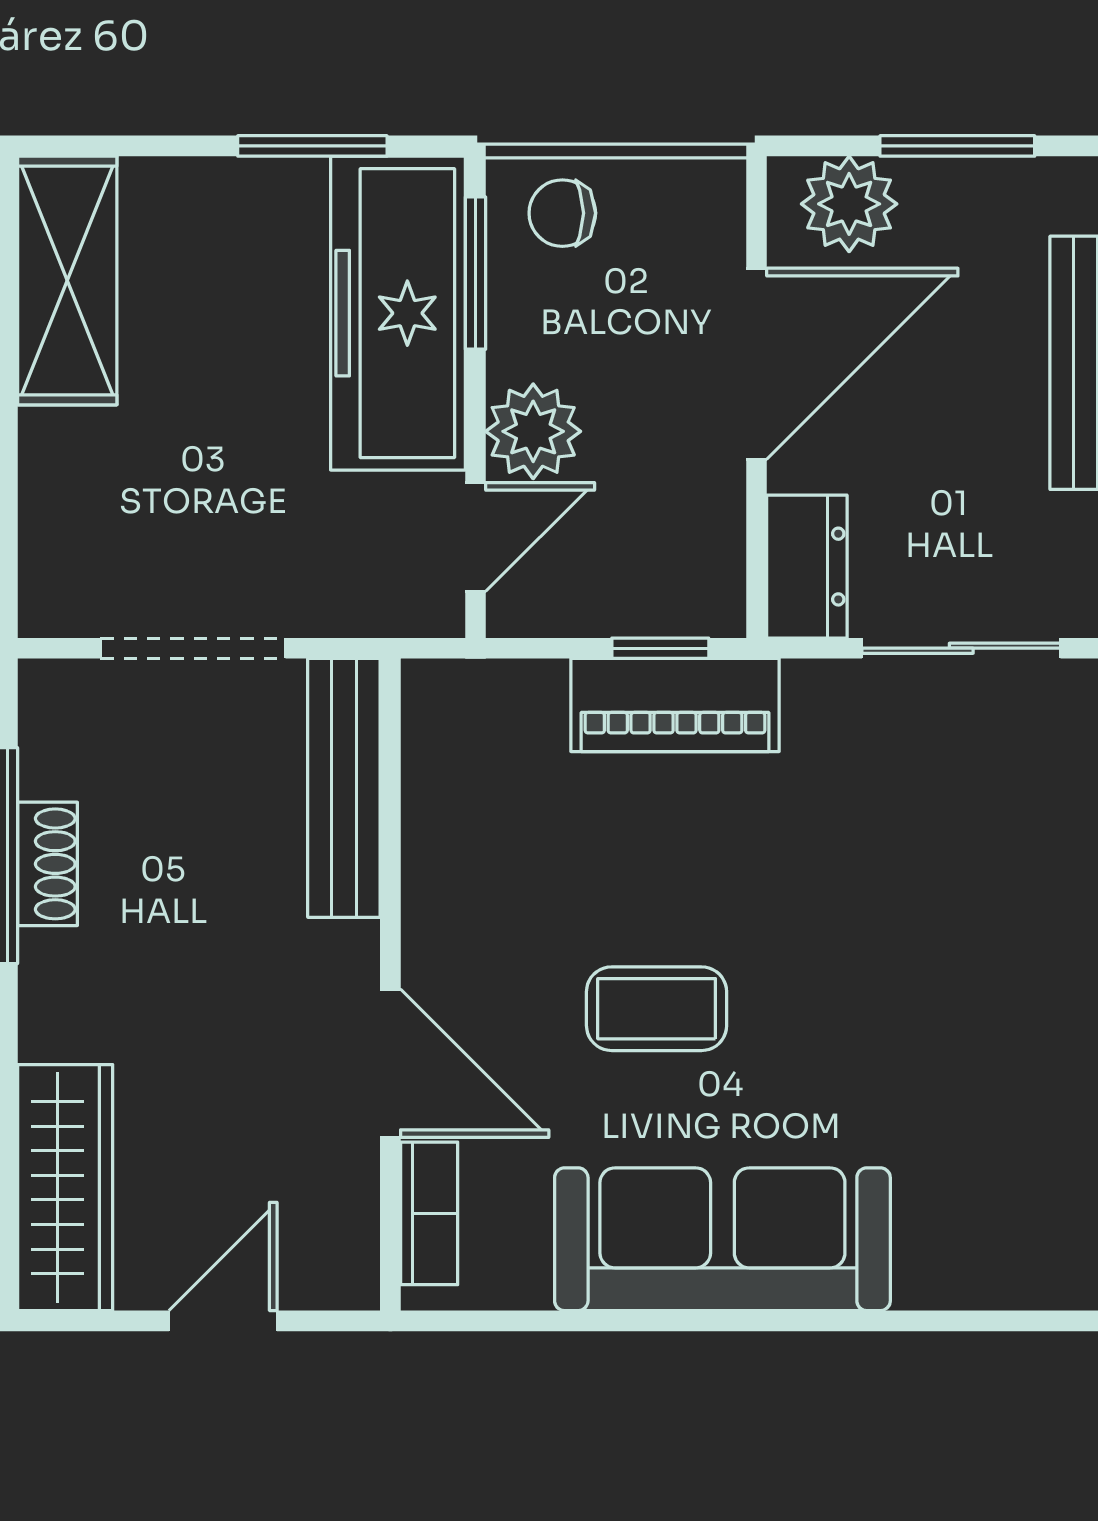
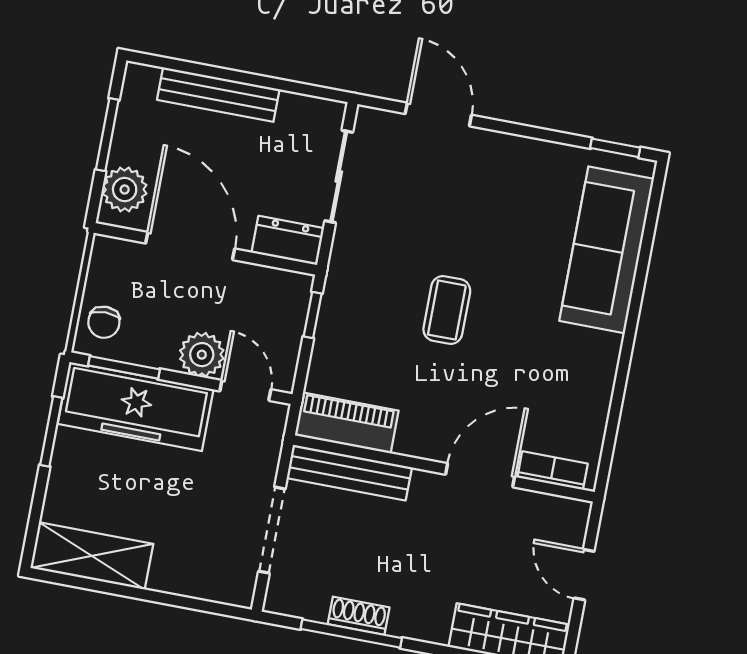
piano: (675, 705) -> (347, 423), moved, turned -90
coffee table: (657, 1009) -> (447, 310), moved
sofa: (722, 1239) -> (607, 250), moved

